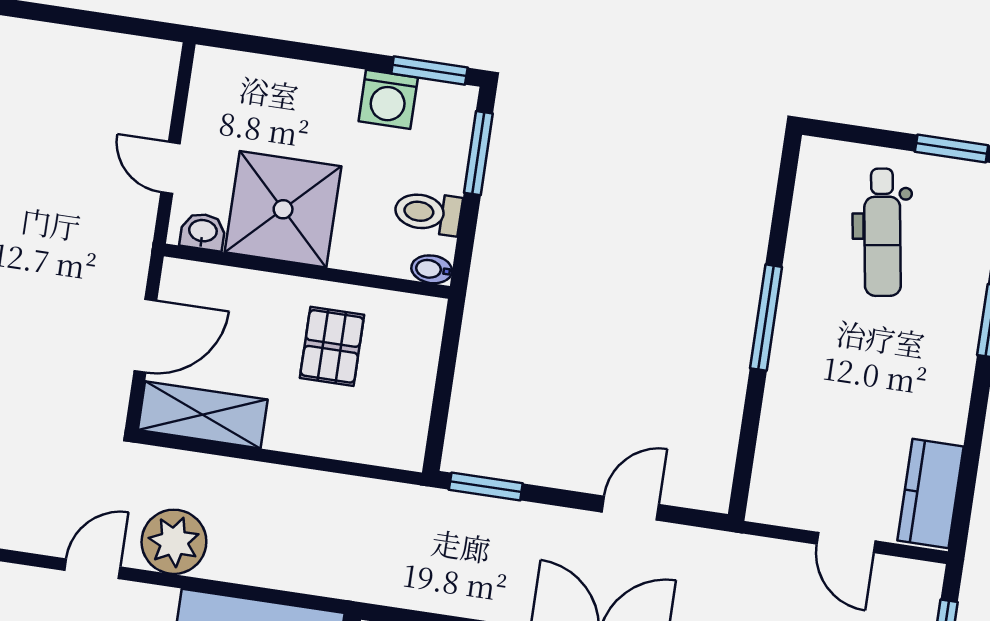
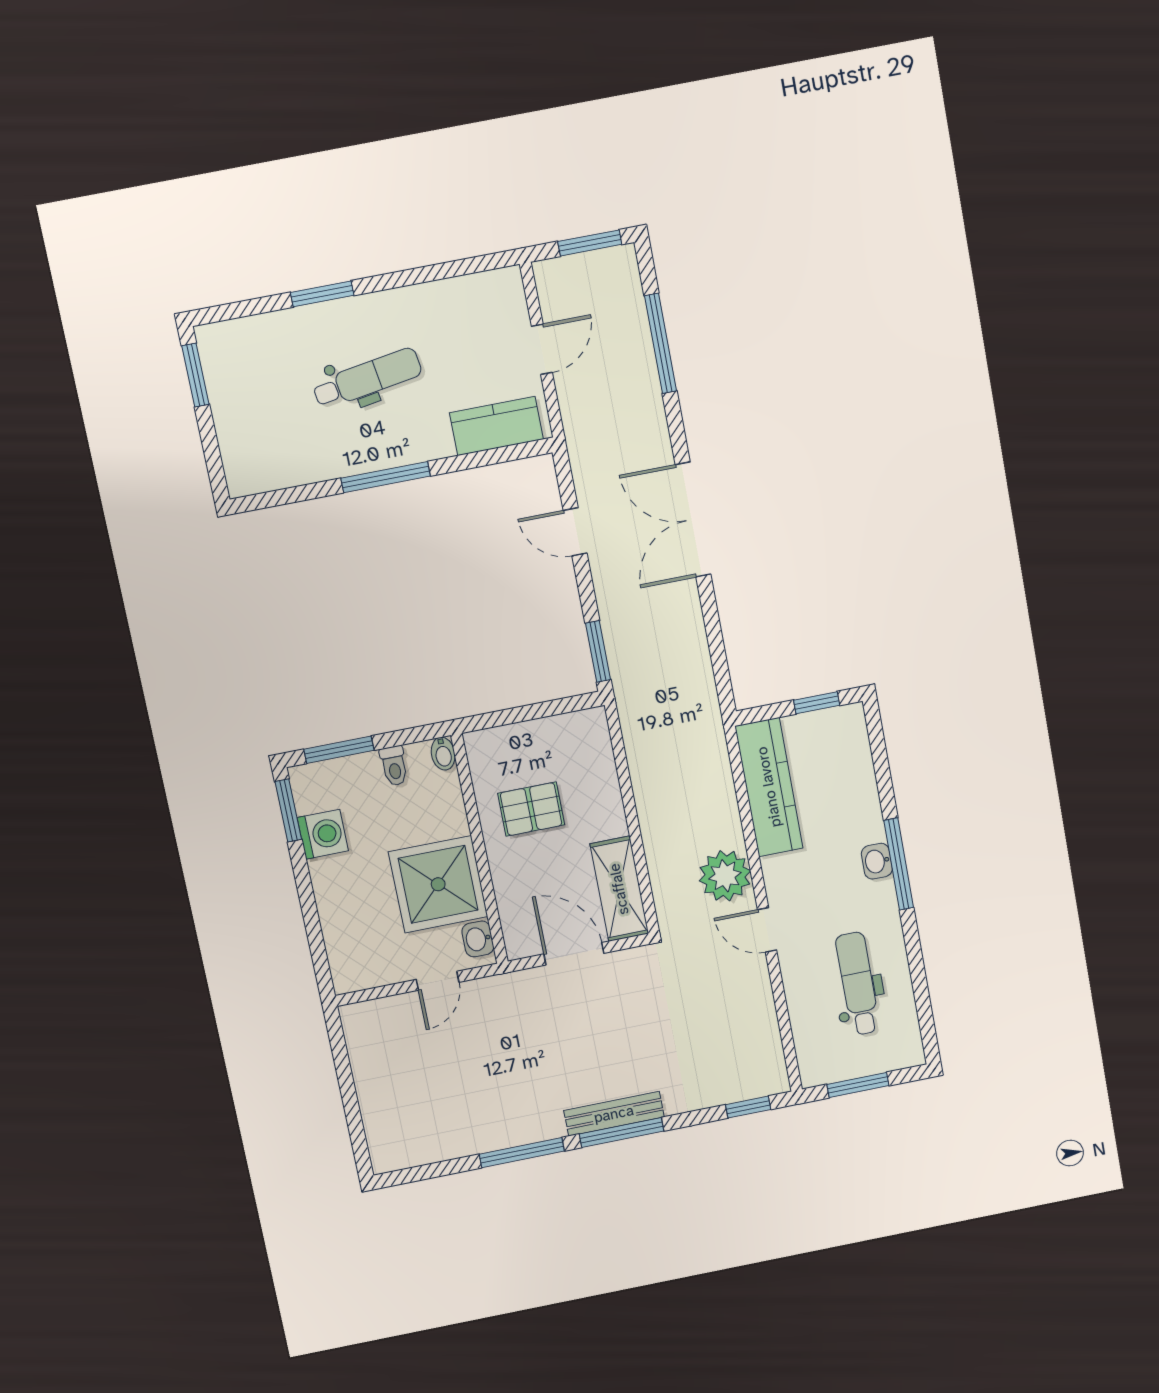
toilet: (428, 213) -> (394, 766), width x0.73, depth x0.72
dental chair: (882, 232) -> (367, 378), moved
kitchen counter: (930, 494) -> (496, 426), moved, turned 180

